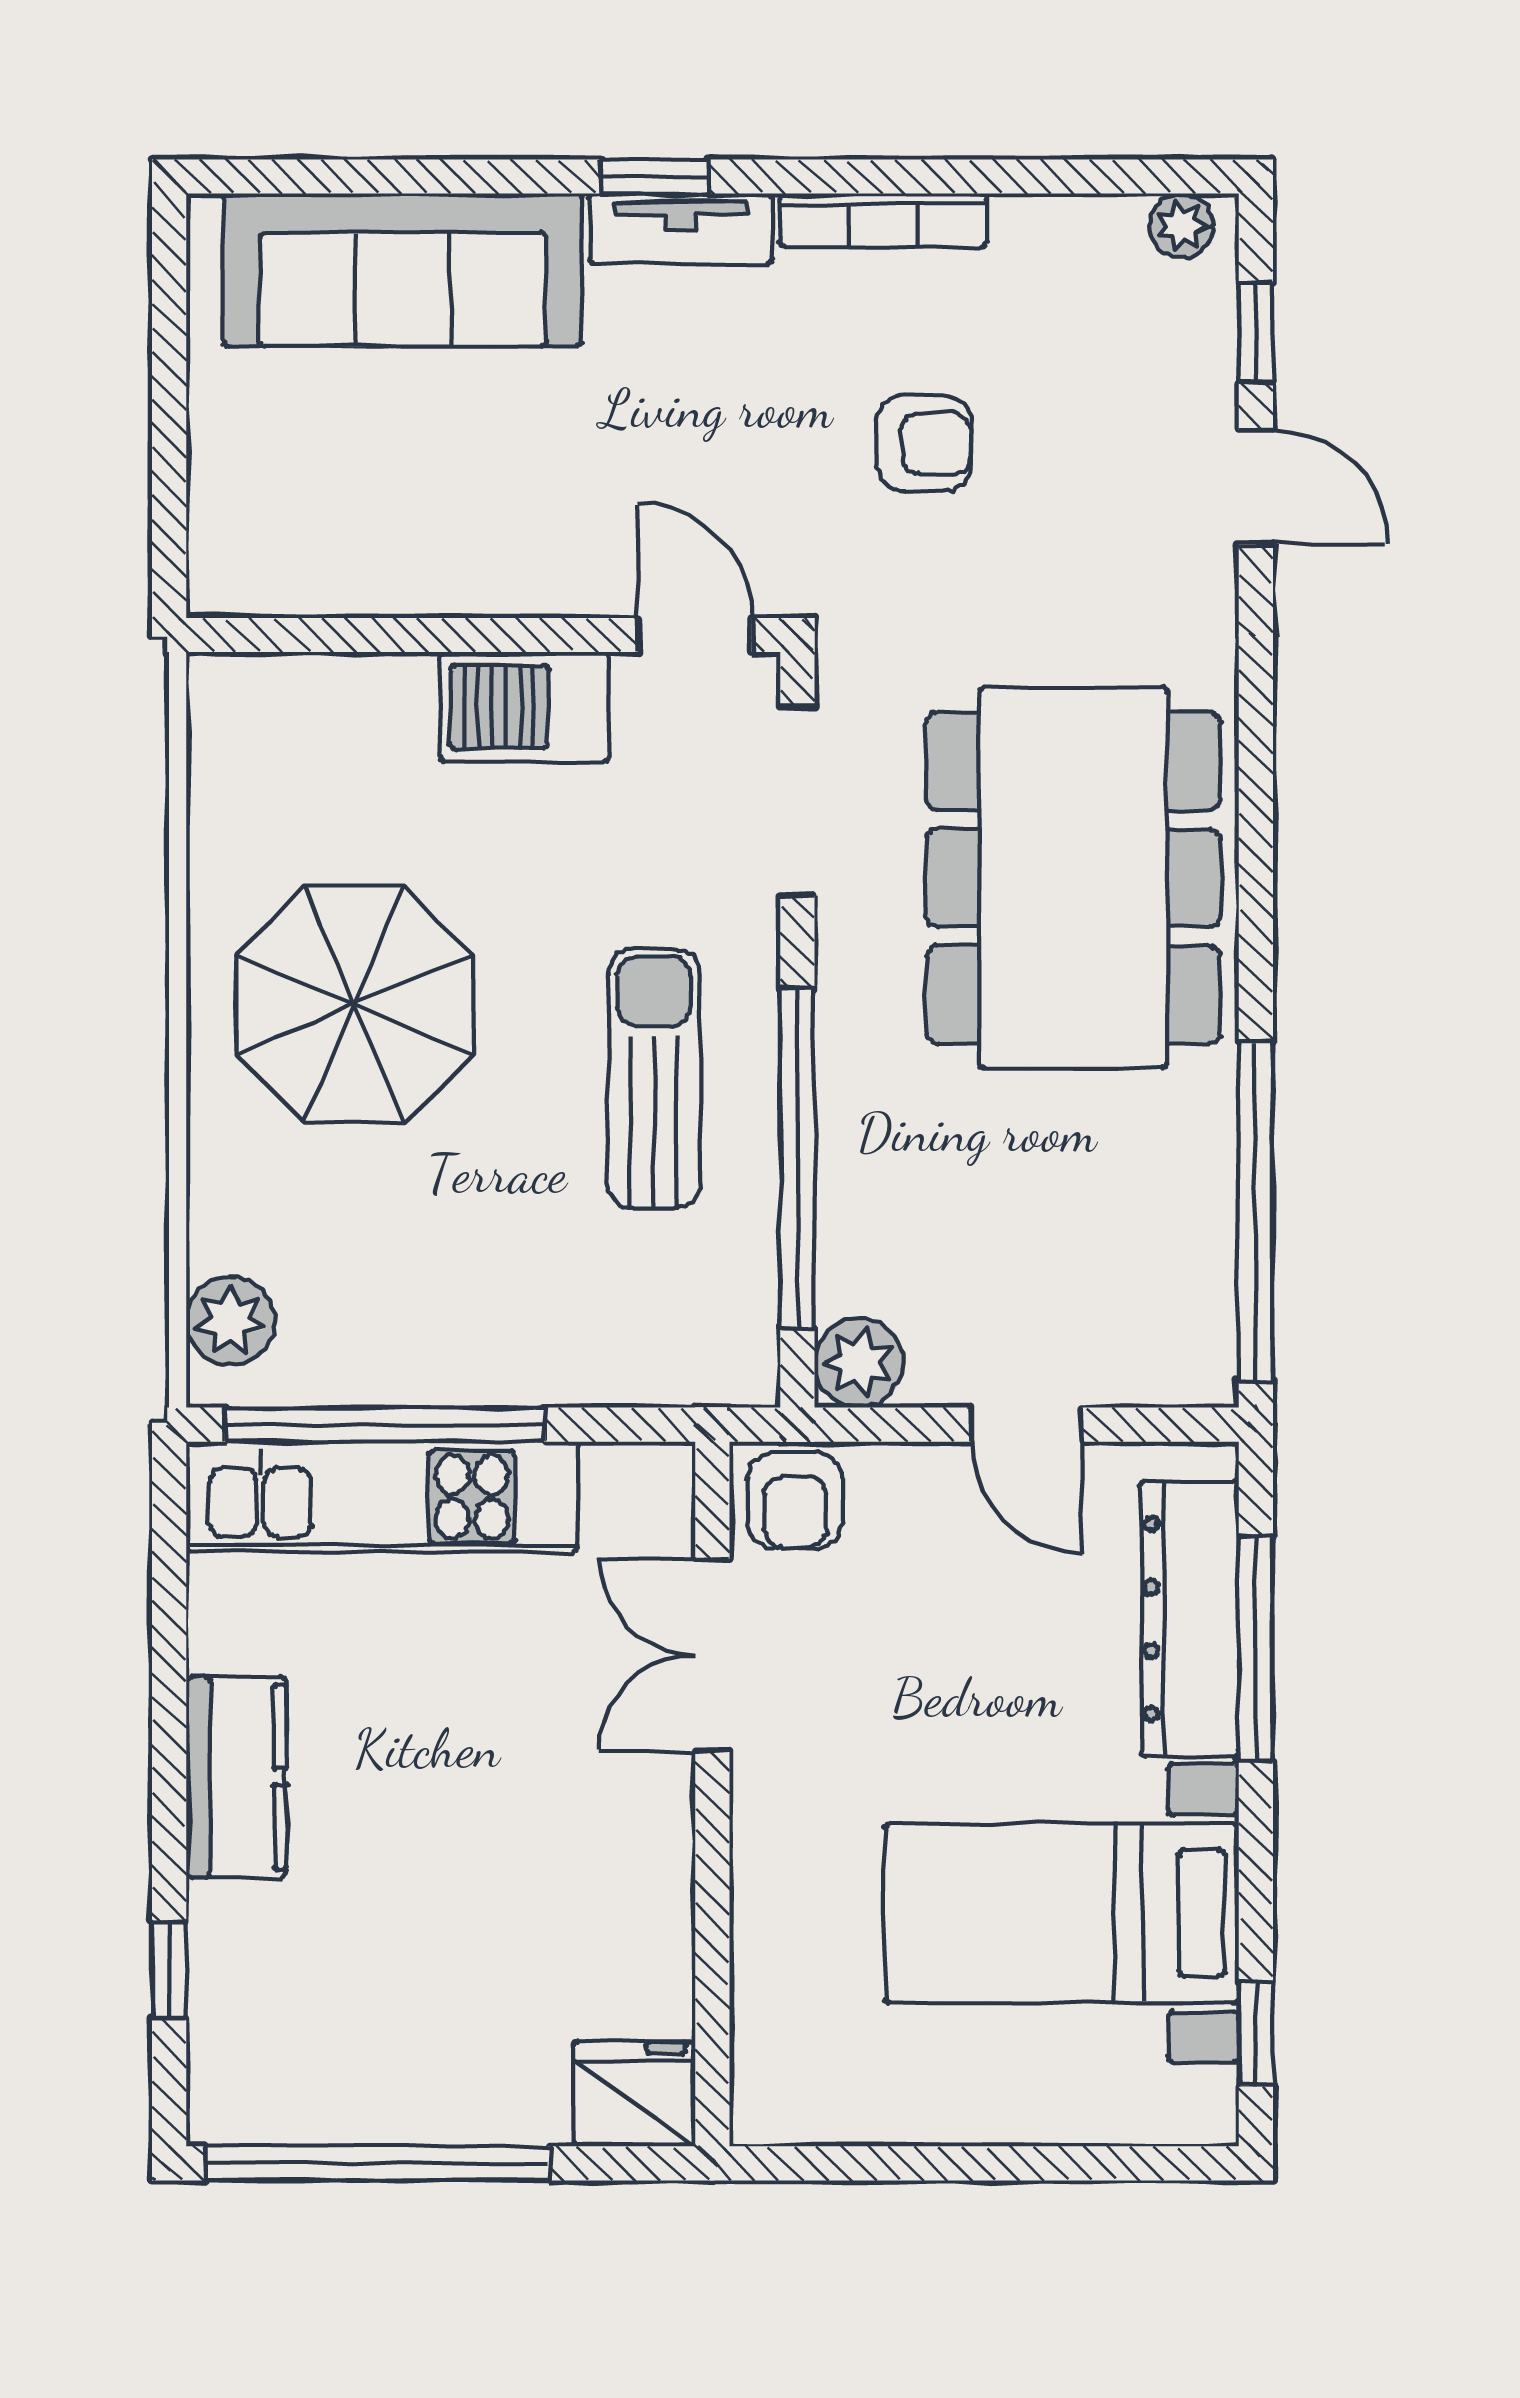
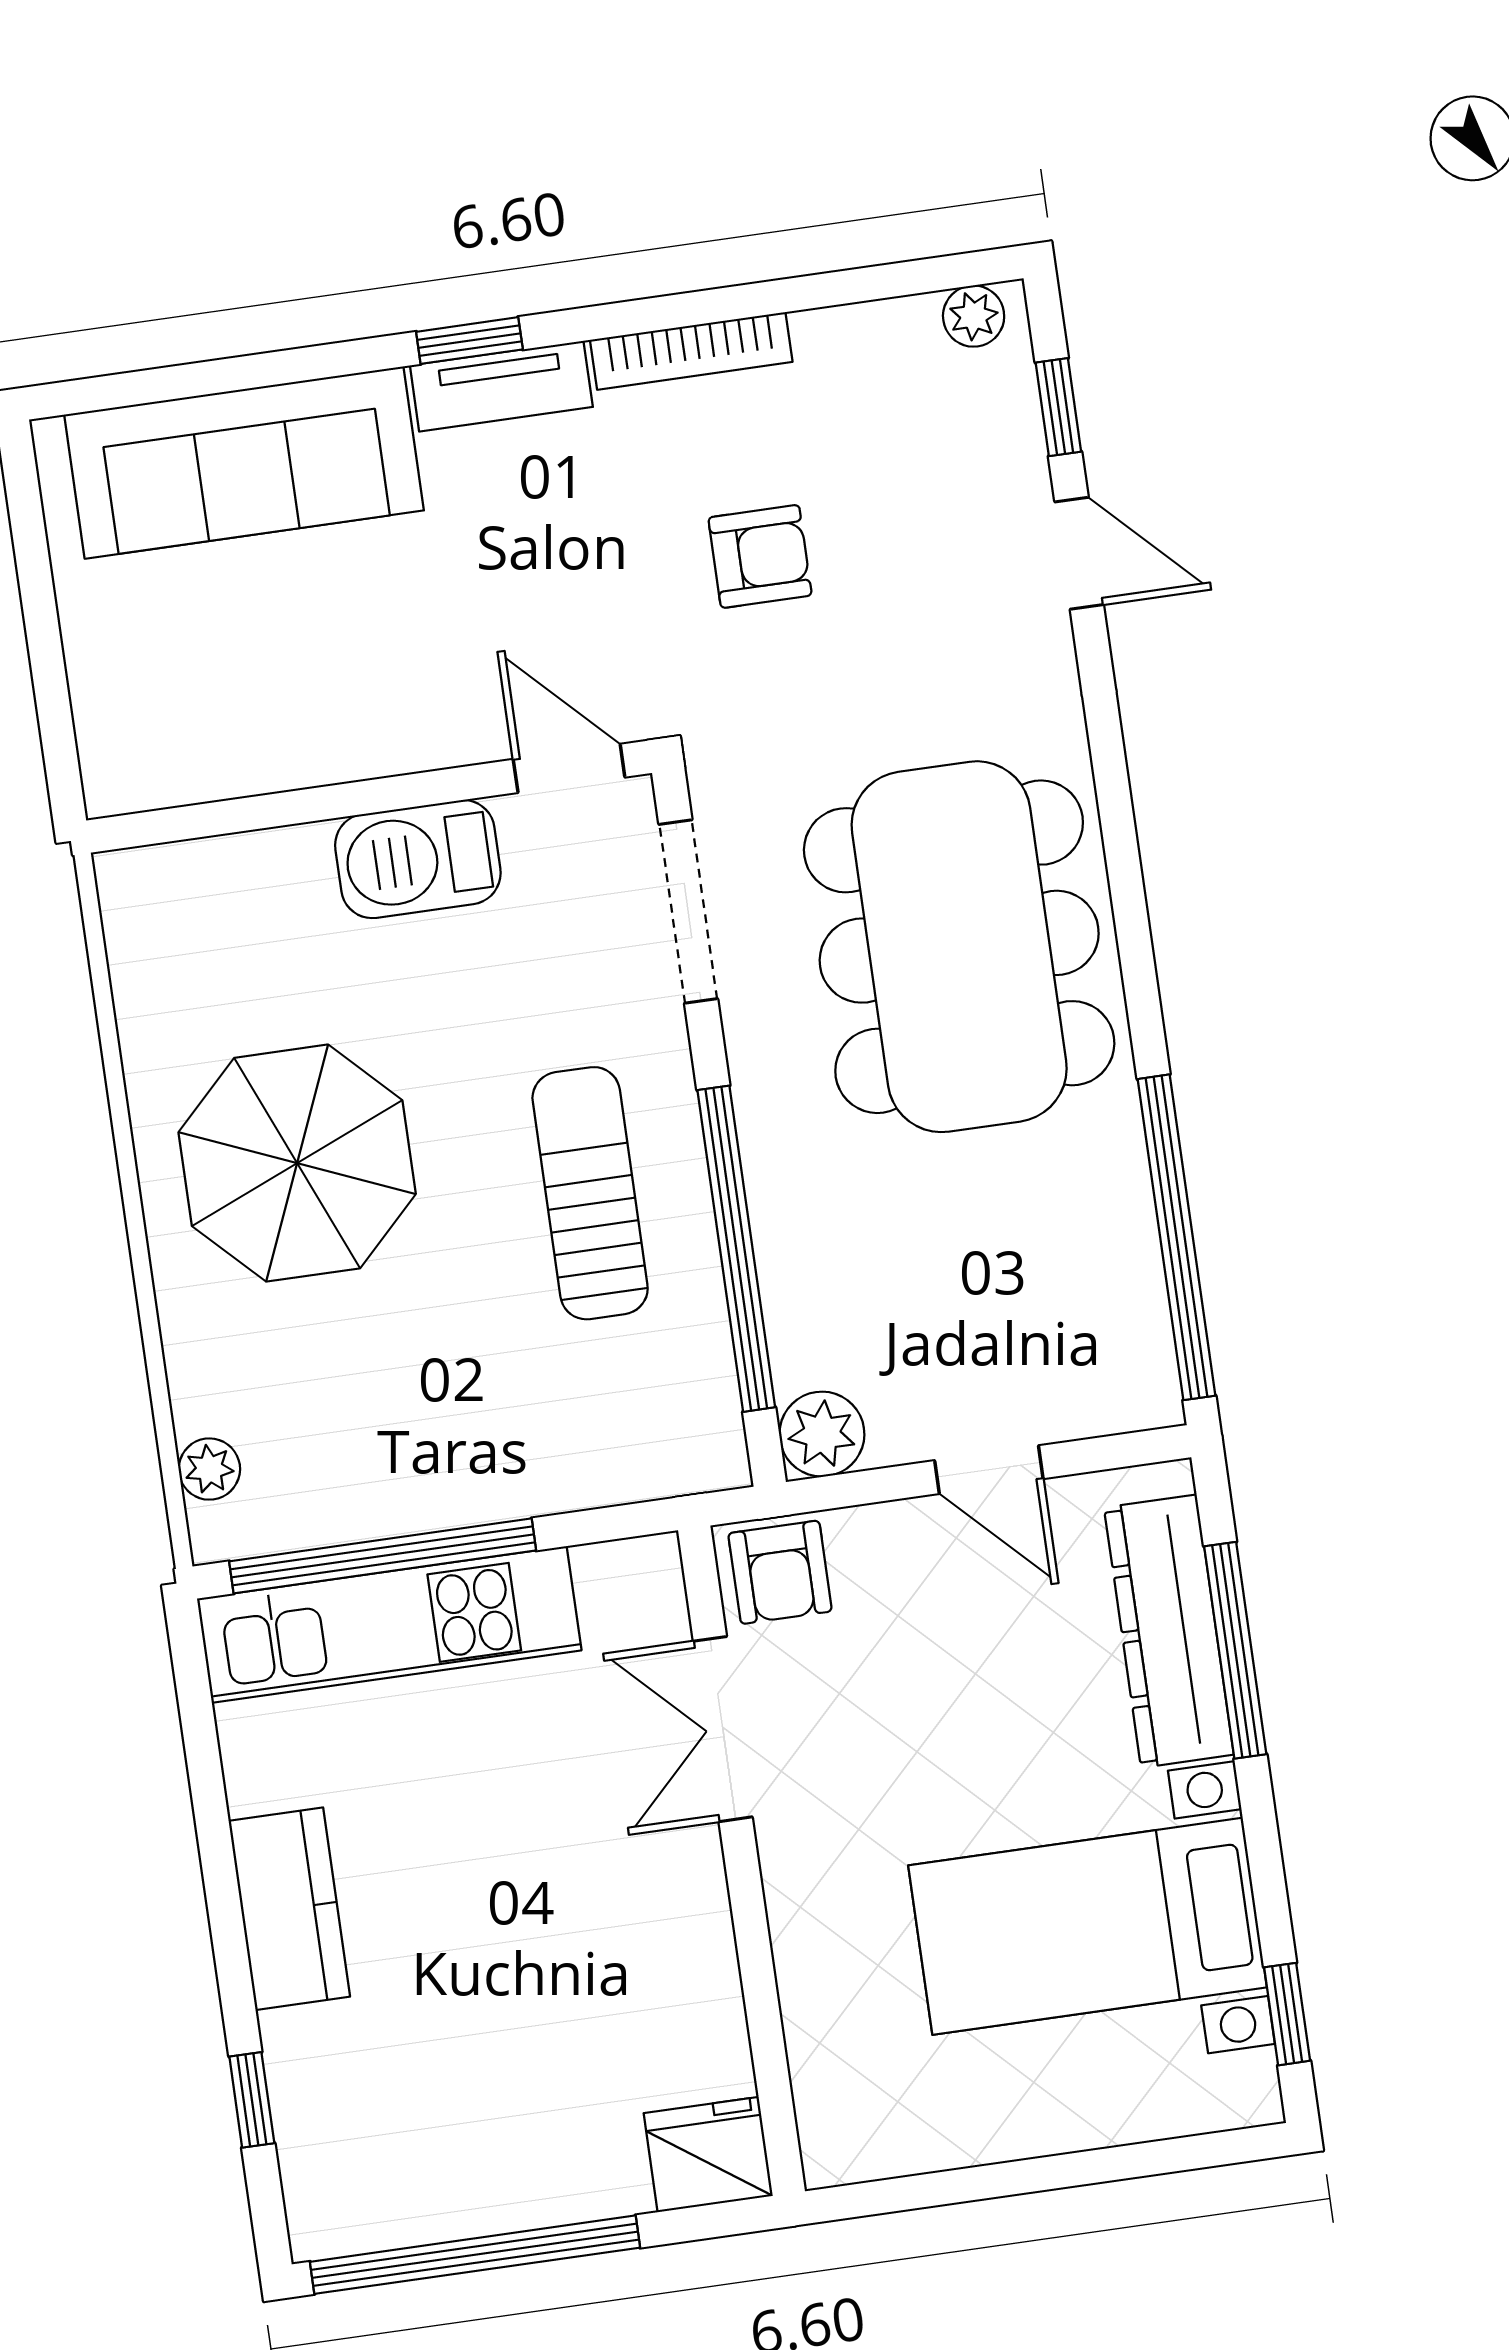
plant: (230, 1321) -> (209, 1469), width x0.73, depth x0.73

